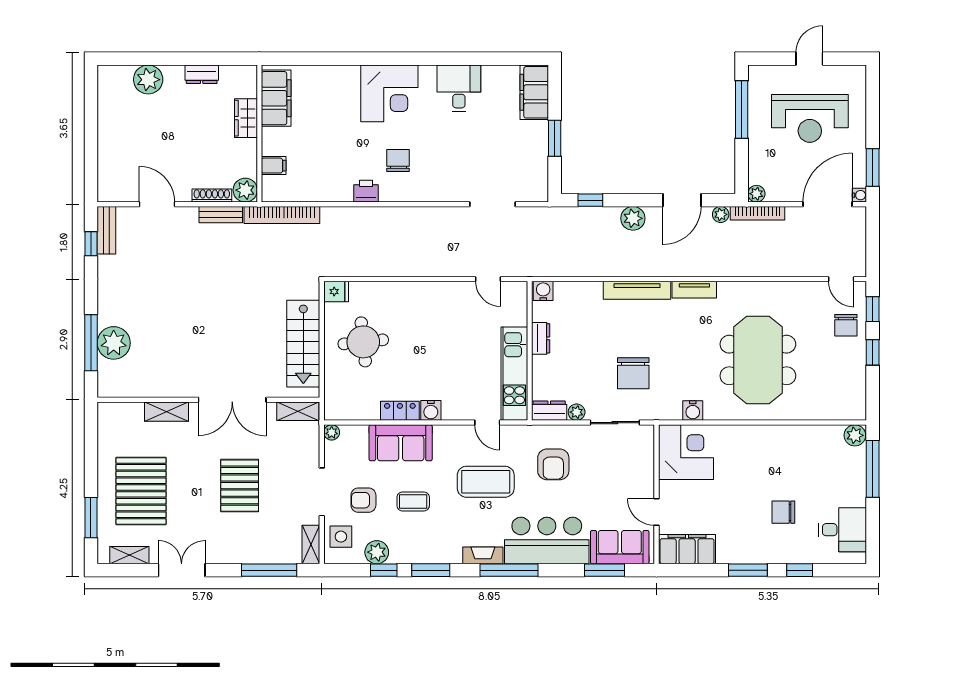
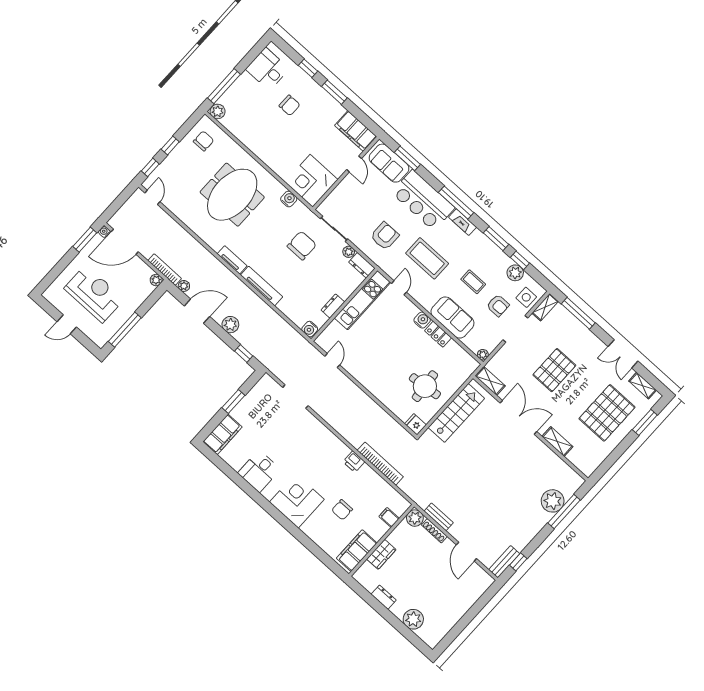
chair: (398, 161) -> (342, 510), moved
bookcase: (282, 215) -> (380, 464), moved
chair: (846, 325) -> (204, 141), moved

